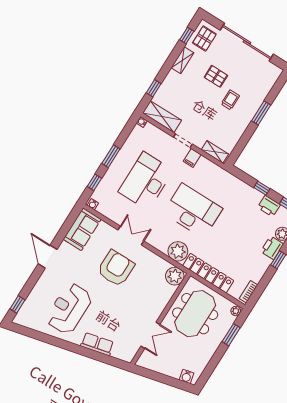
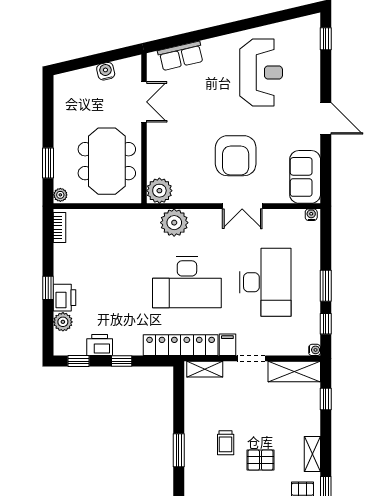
window: (94, 182) -> (326, 324), moved
locker: (208, 273) -> (181, 345), moved, turned 180
double door: (150, 335) -> (144, 102), swing flipped
row of seats: (97, 344) -> (181, 56), moved
water cooler: (187, 377) -> (106, 71), moved

